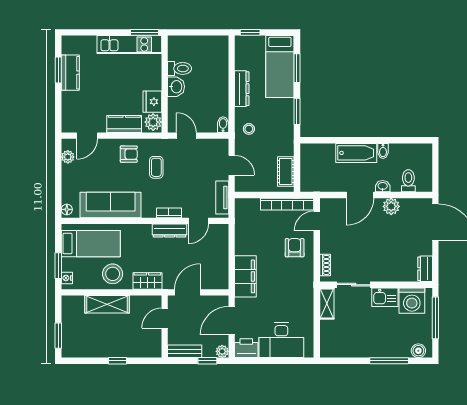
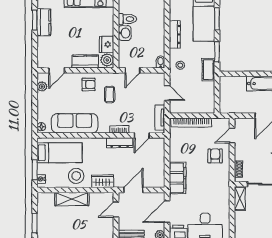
door: (186, 136) -> (133, 70), swing flipped
cot: (286, 171) -> (208, 70), moved
bookcase: (287, 204) -> (191, 123), moved

